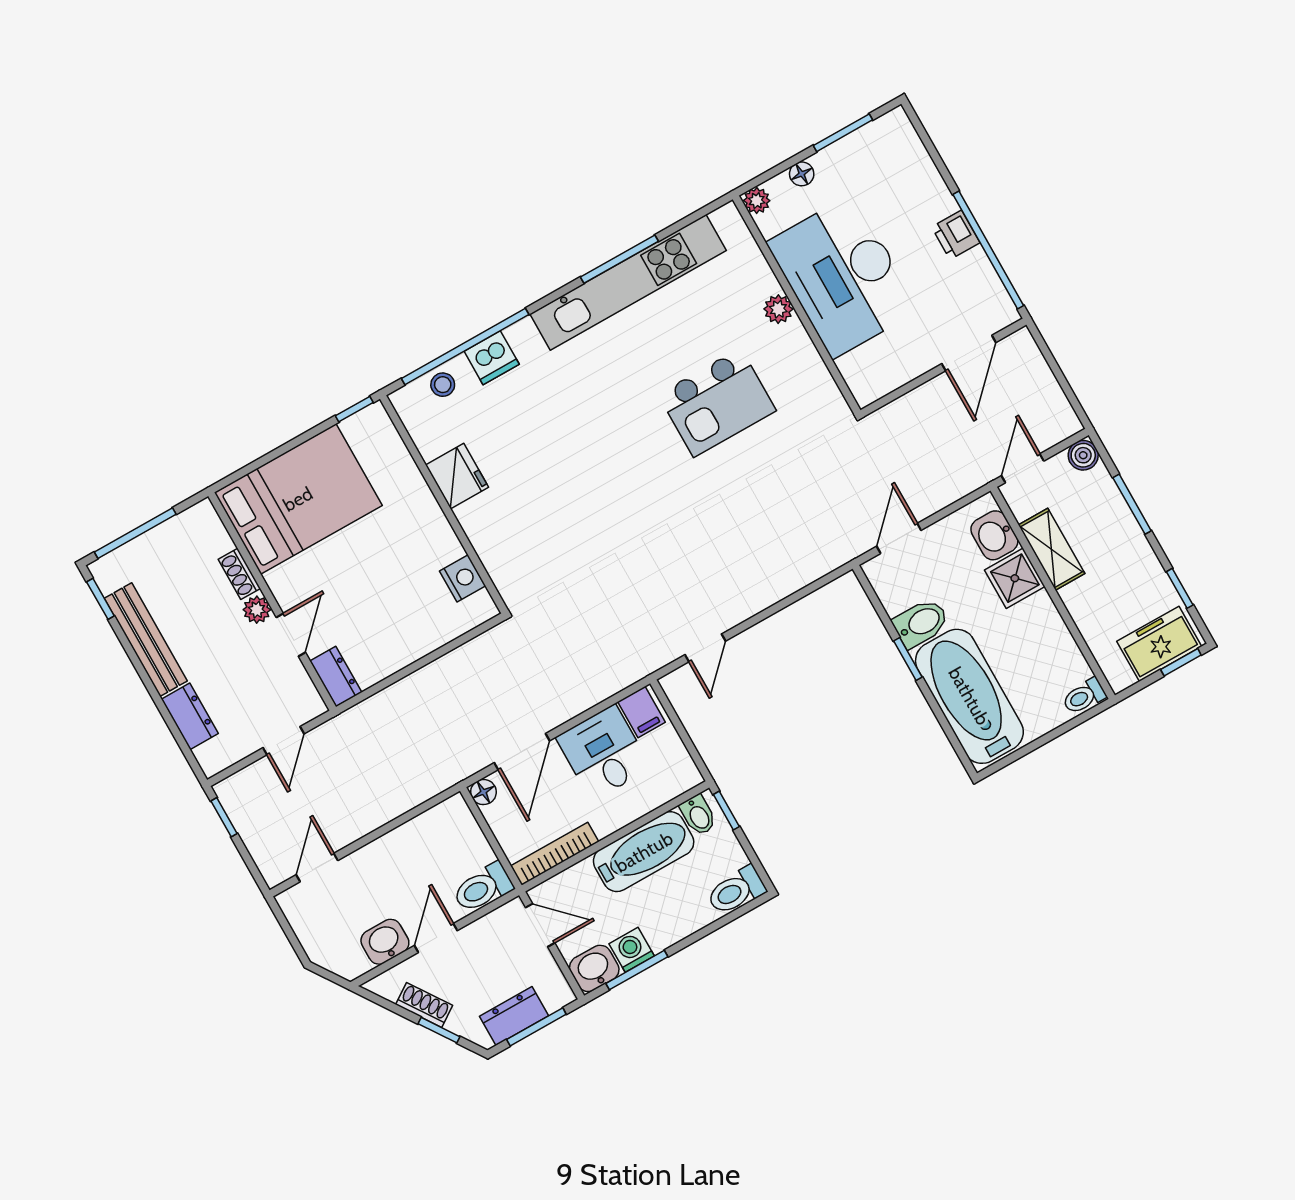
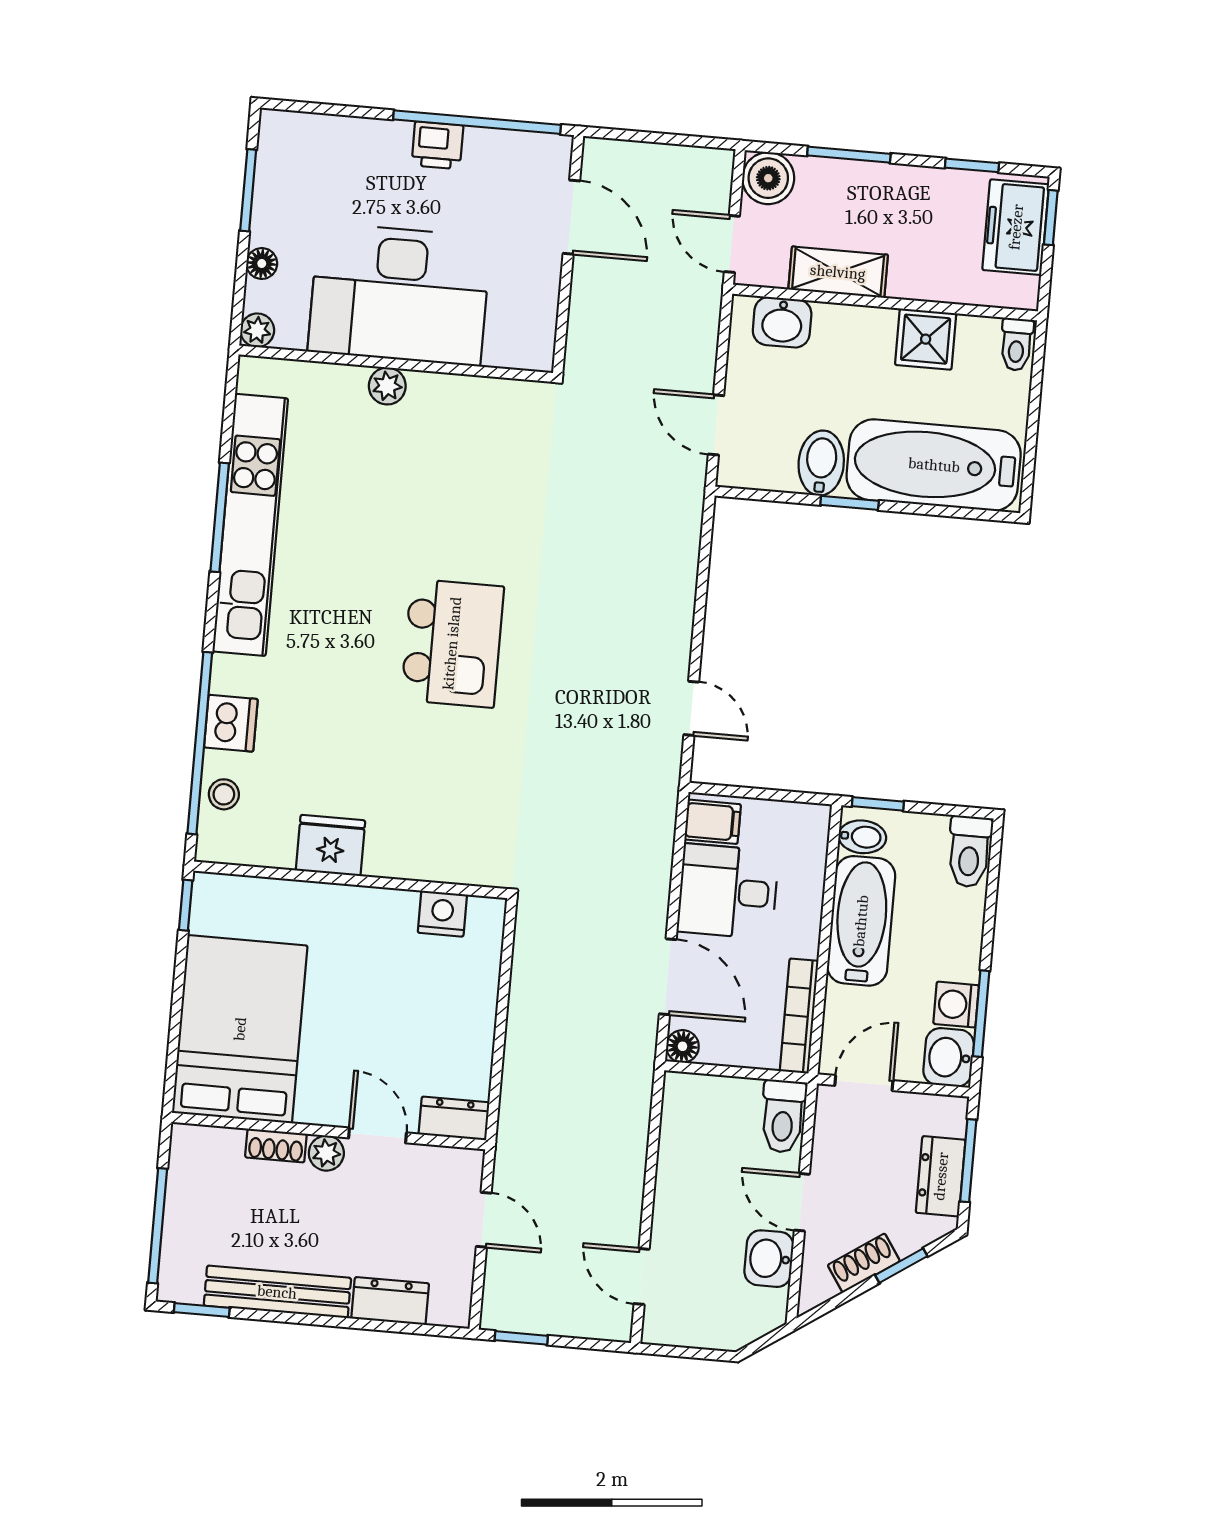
kitchen island: (717, 403) -> (452, 643), moved
boiler: (1083, 455) -> (768, 178), width x1.36, depth x1.36
shower: (1015, 578) -> (926, 339), moved

